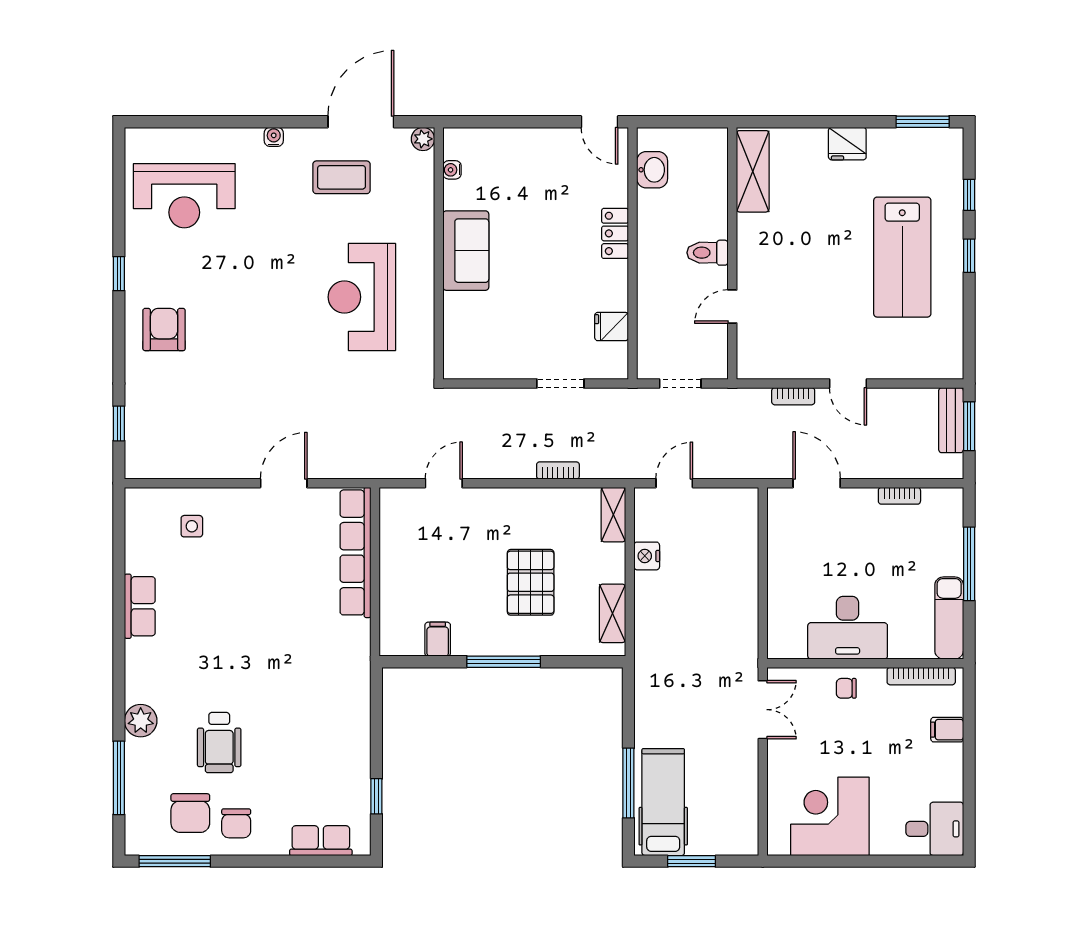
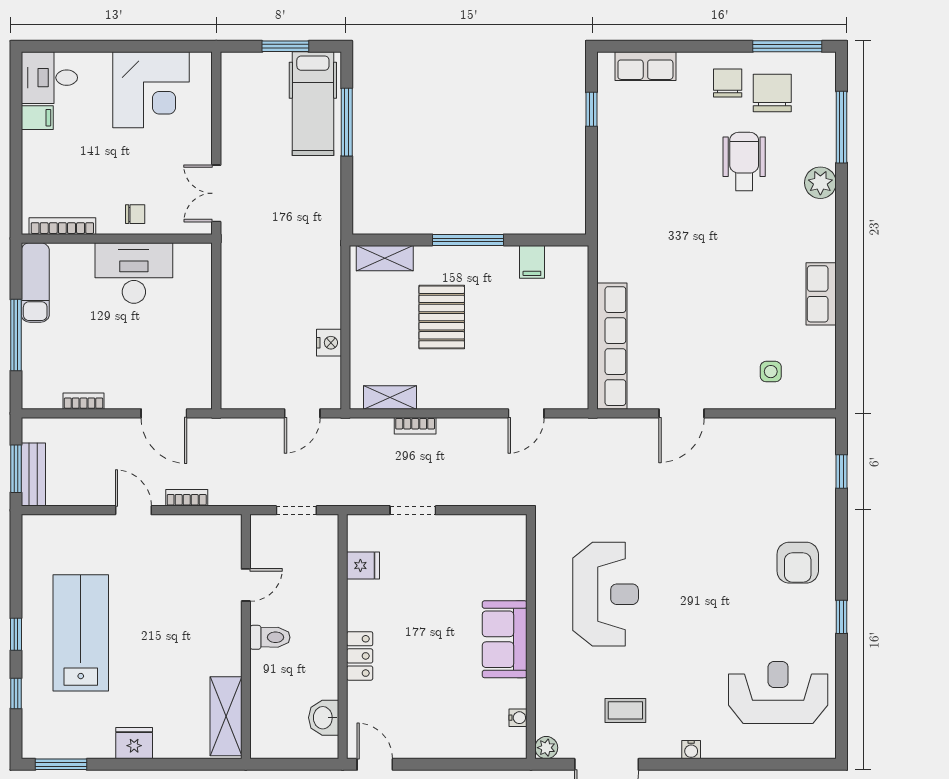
coffee table: (342, 177) -> (625, 710), width x0.73, depth x0.77
shelving: (613, 515) -> (390, 397), moved, turned 90
shelving: (613, 613) -> (385, 258), moved, turned 90
filing cabinet: (947, 730) -> (37, 118), moved

